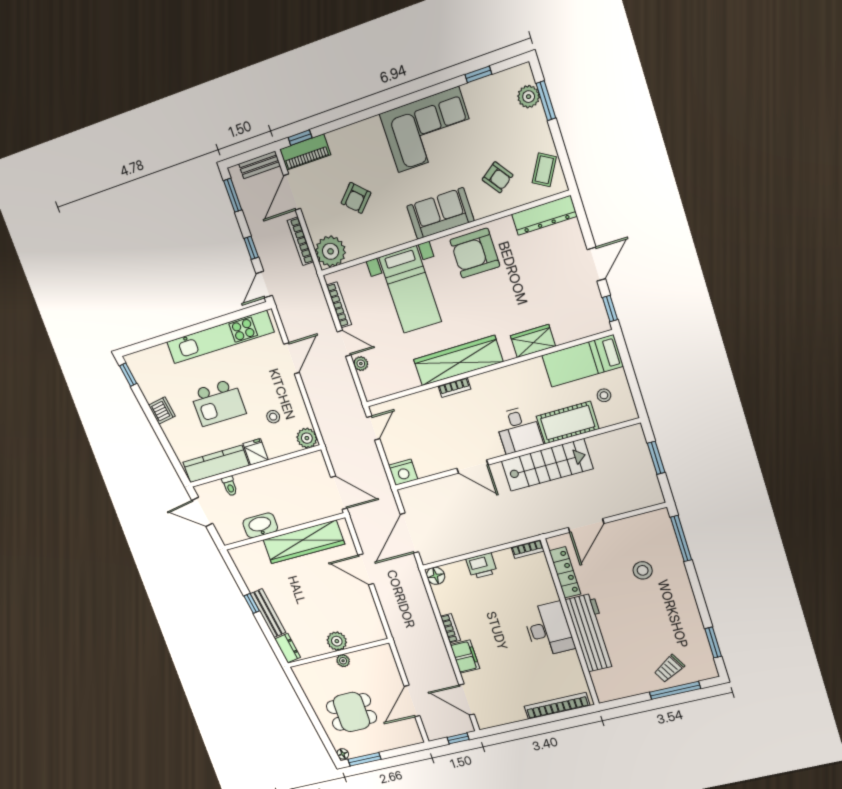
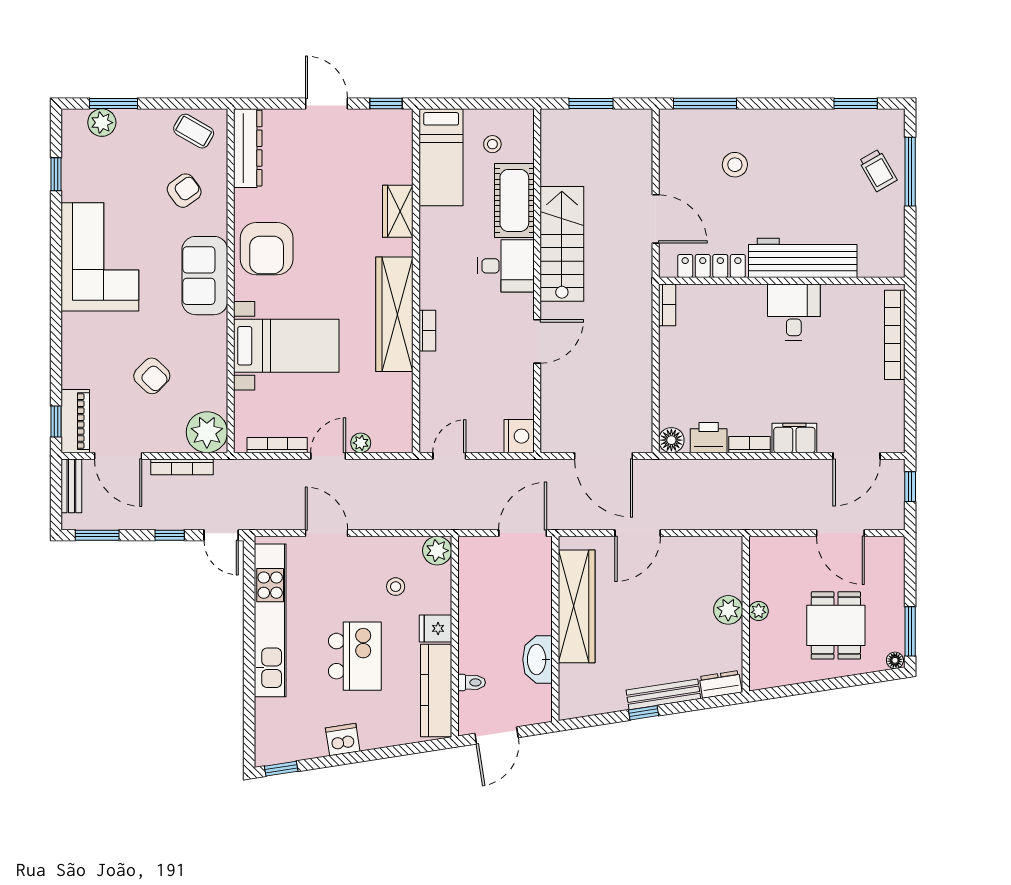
door: (373, 428) -> (449, 456), hinge flipped
printer: (482, 566) -> (709, 438), moved, turned -90
desk: (549, 629) -> (794, 312), width x0.73

